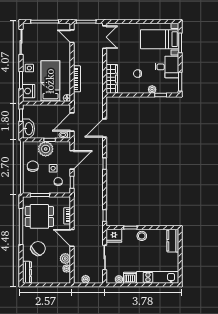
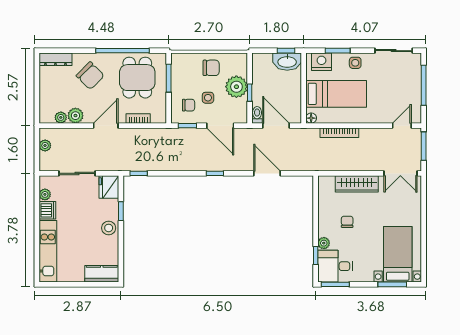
desk: (167, 67) -> (335, 266), moved, turned 90
wardrobe: (112, 79) -> (357, 184), moved
washbasin: (28, 129) -> (287, 62), moved

